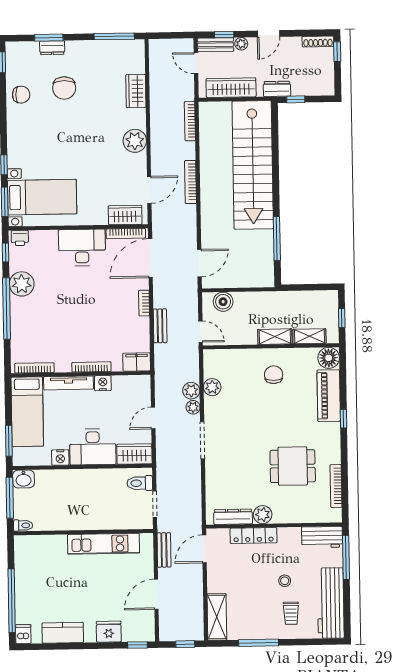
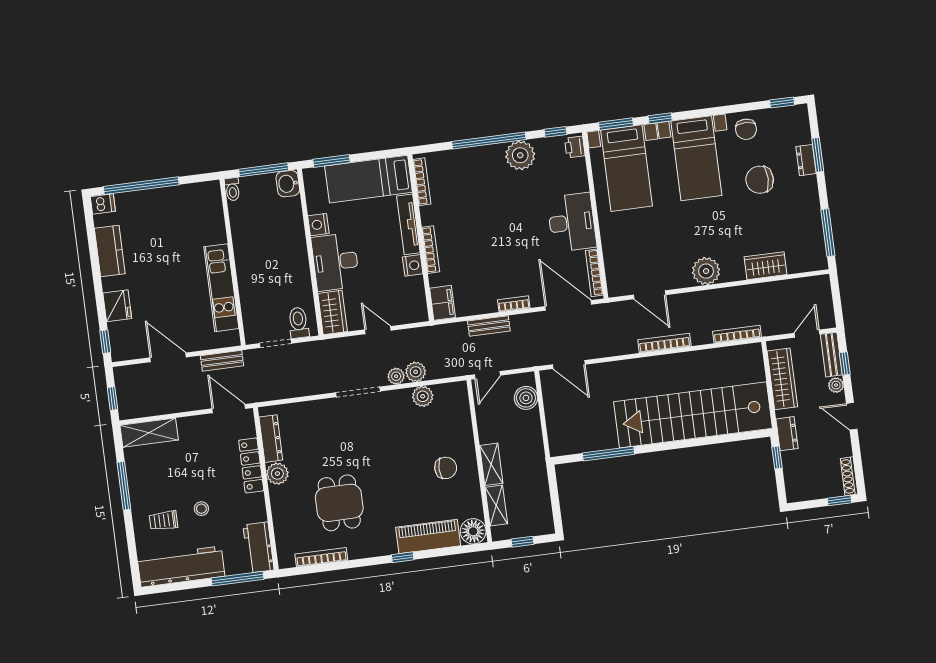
bed with nightstands: (40, 138) -> (696, 158), added
wardrobe: (125, 215) -> (616, 269), removed

